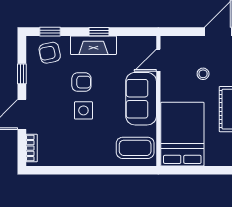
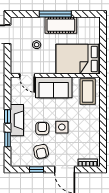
window: (50, 32) -> (8, 139), moved
armchair: (50, 53) -> (41, 152), moved

